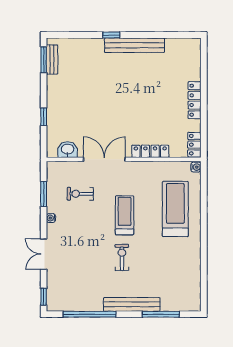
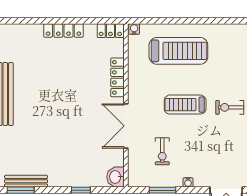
bench: (52, 60) -> (26, 181), width x1.36
washbasin: (68, 150) -> (116, 177), moved
treadmill: (175, 209) -> (178, 51), turned 180

